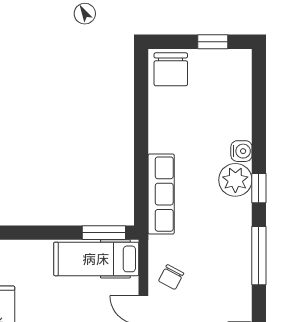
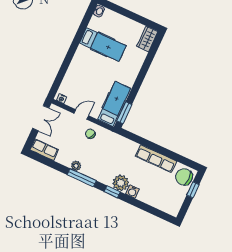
window: (213, 42) -> (193, 190), moved
row of seats: (161, 194) -> (156, 159), moved
plant: (242, 276) -> (76, 166), added

